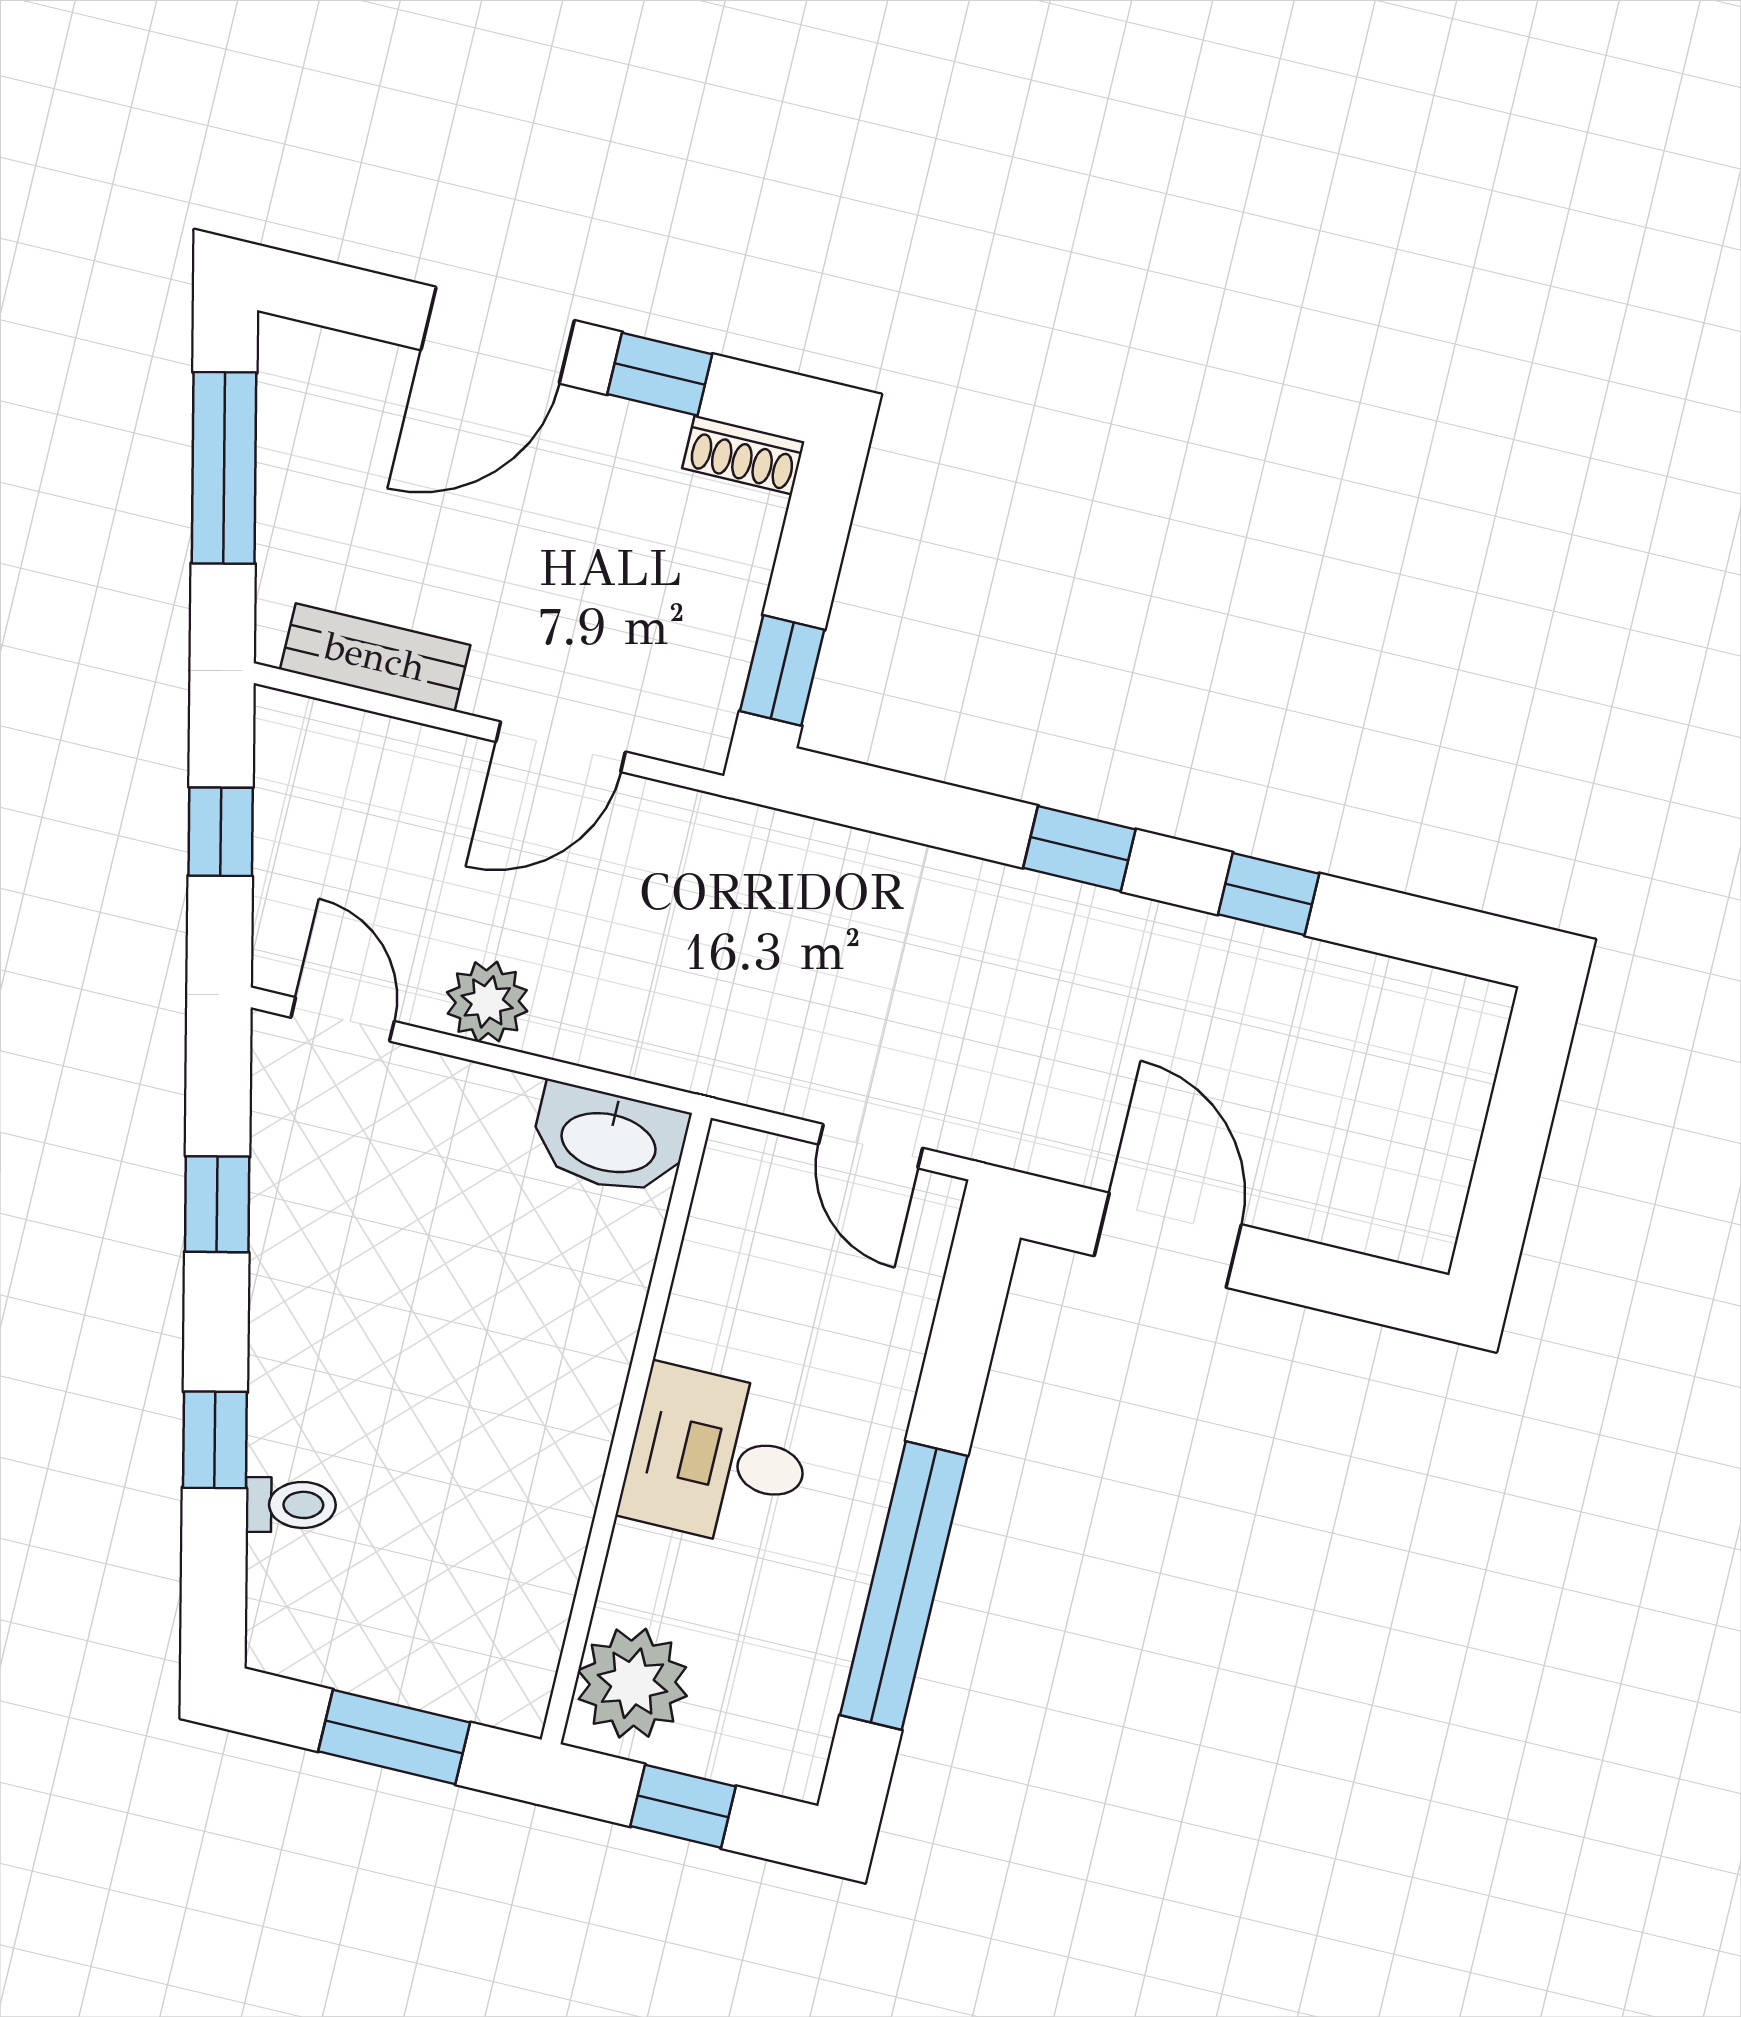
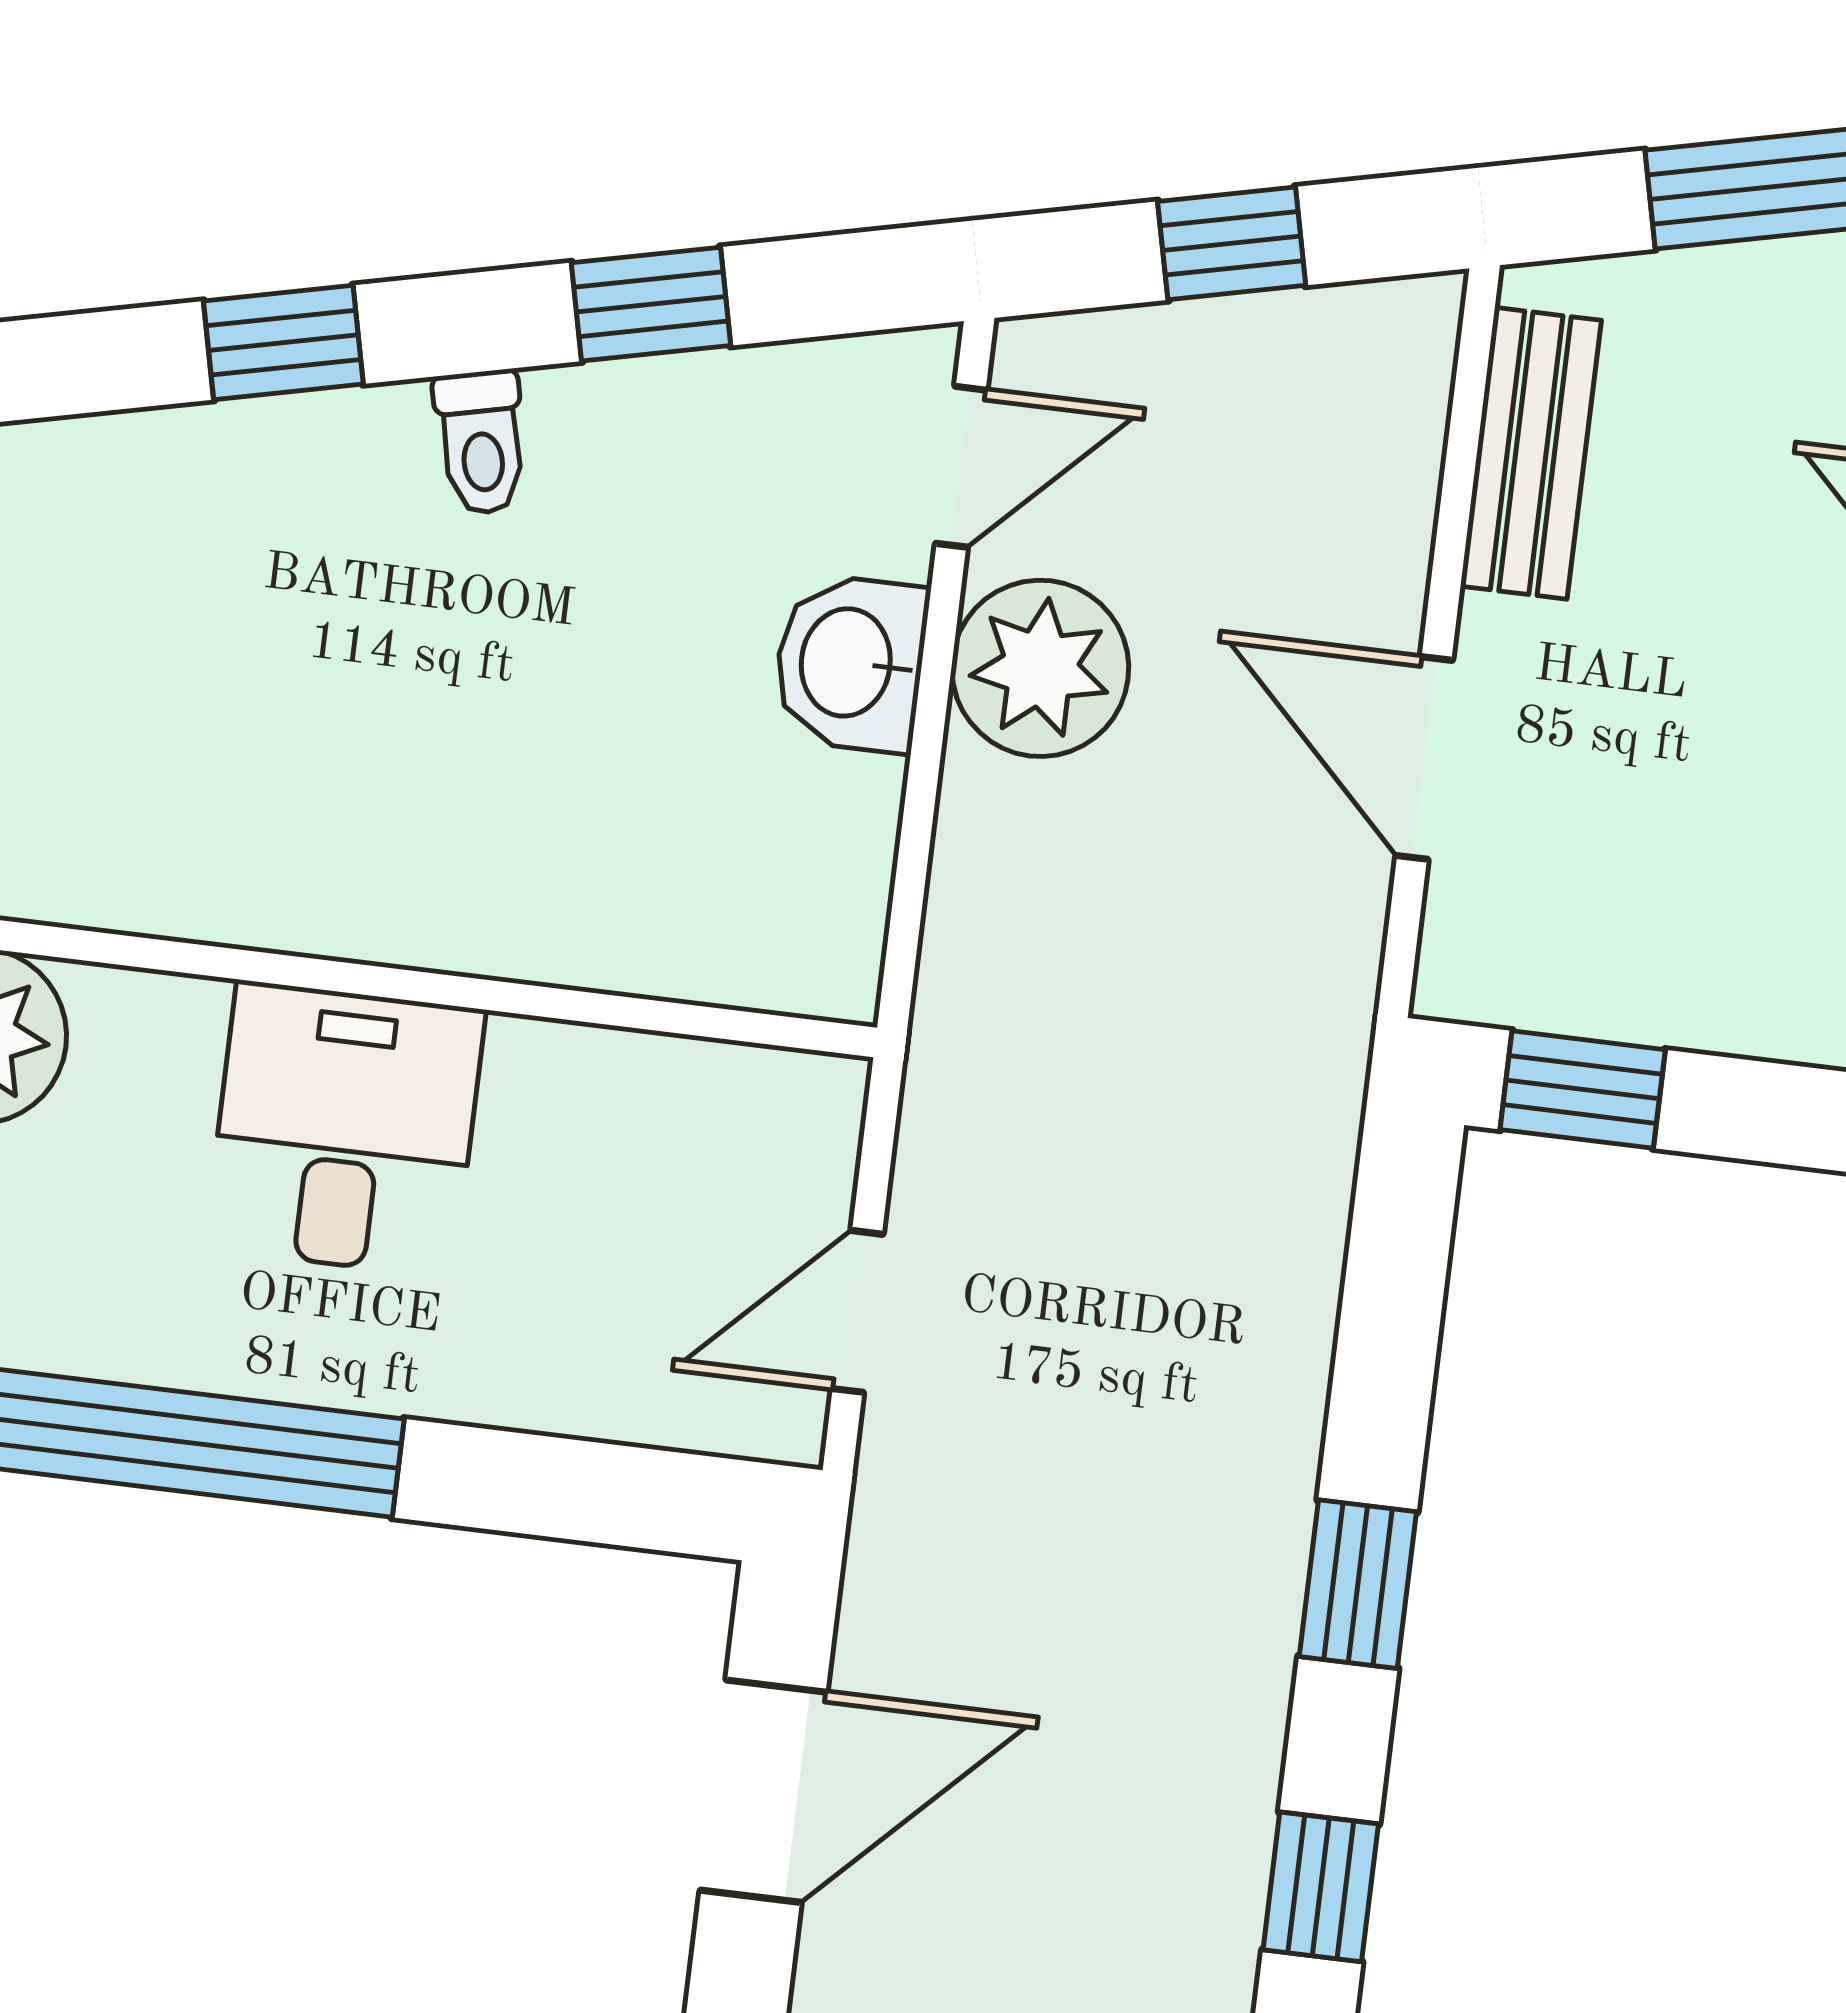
plant: (487, 1002) -> (1040, 668), width x1.36, depth x1.36
washbasin: (609, 1140) -> (850, 663), moved, width x0.72
toilet: (291, 1505) -> (481, 442), moved

